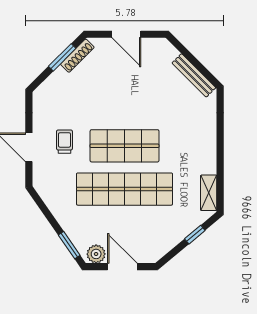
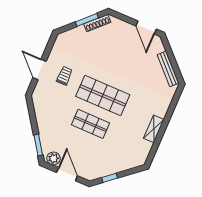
door: (126, 34) -> (146, 27), moved
shop shelf: (125, 189) -> (90, 124), width x0.50, depth x0.74
shelving: (209, 193) -> (154, 129), moved
window: (195, 235) -> (110, 178), moved

